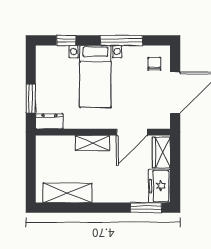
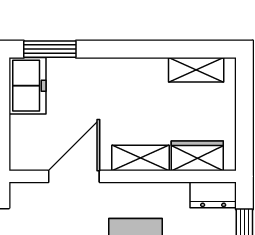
wardrobe: (161, 153) -> (197, 156), moved, turned -90
shelving: (68, 193) -> (196, 70), width x0.67, depth x0.75

